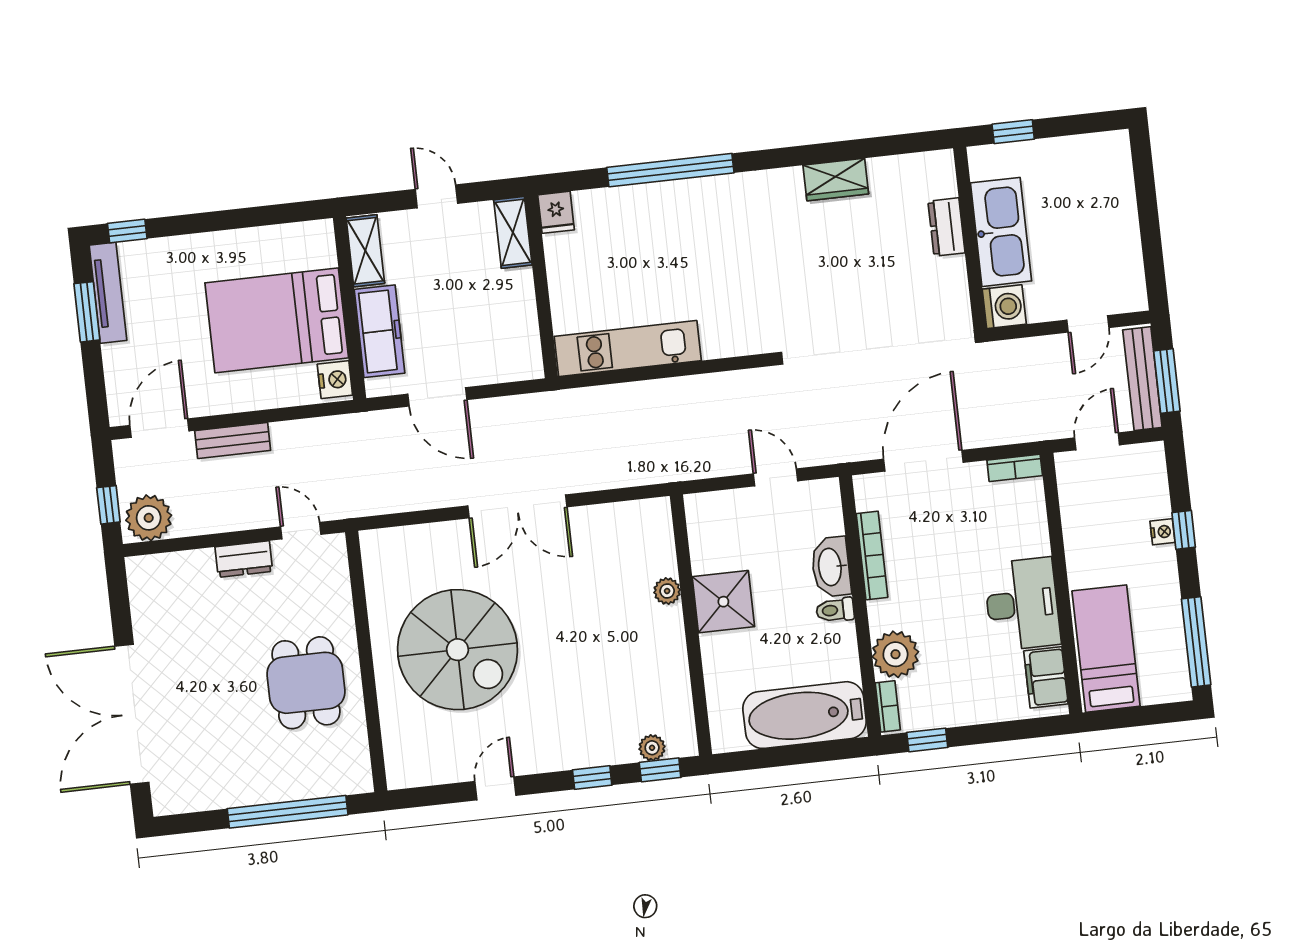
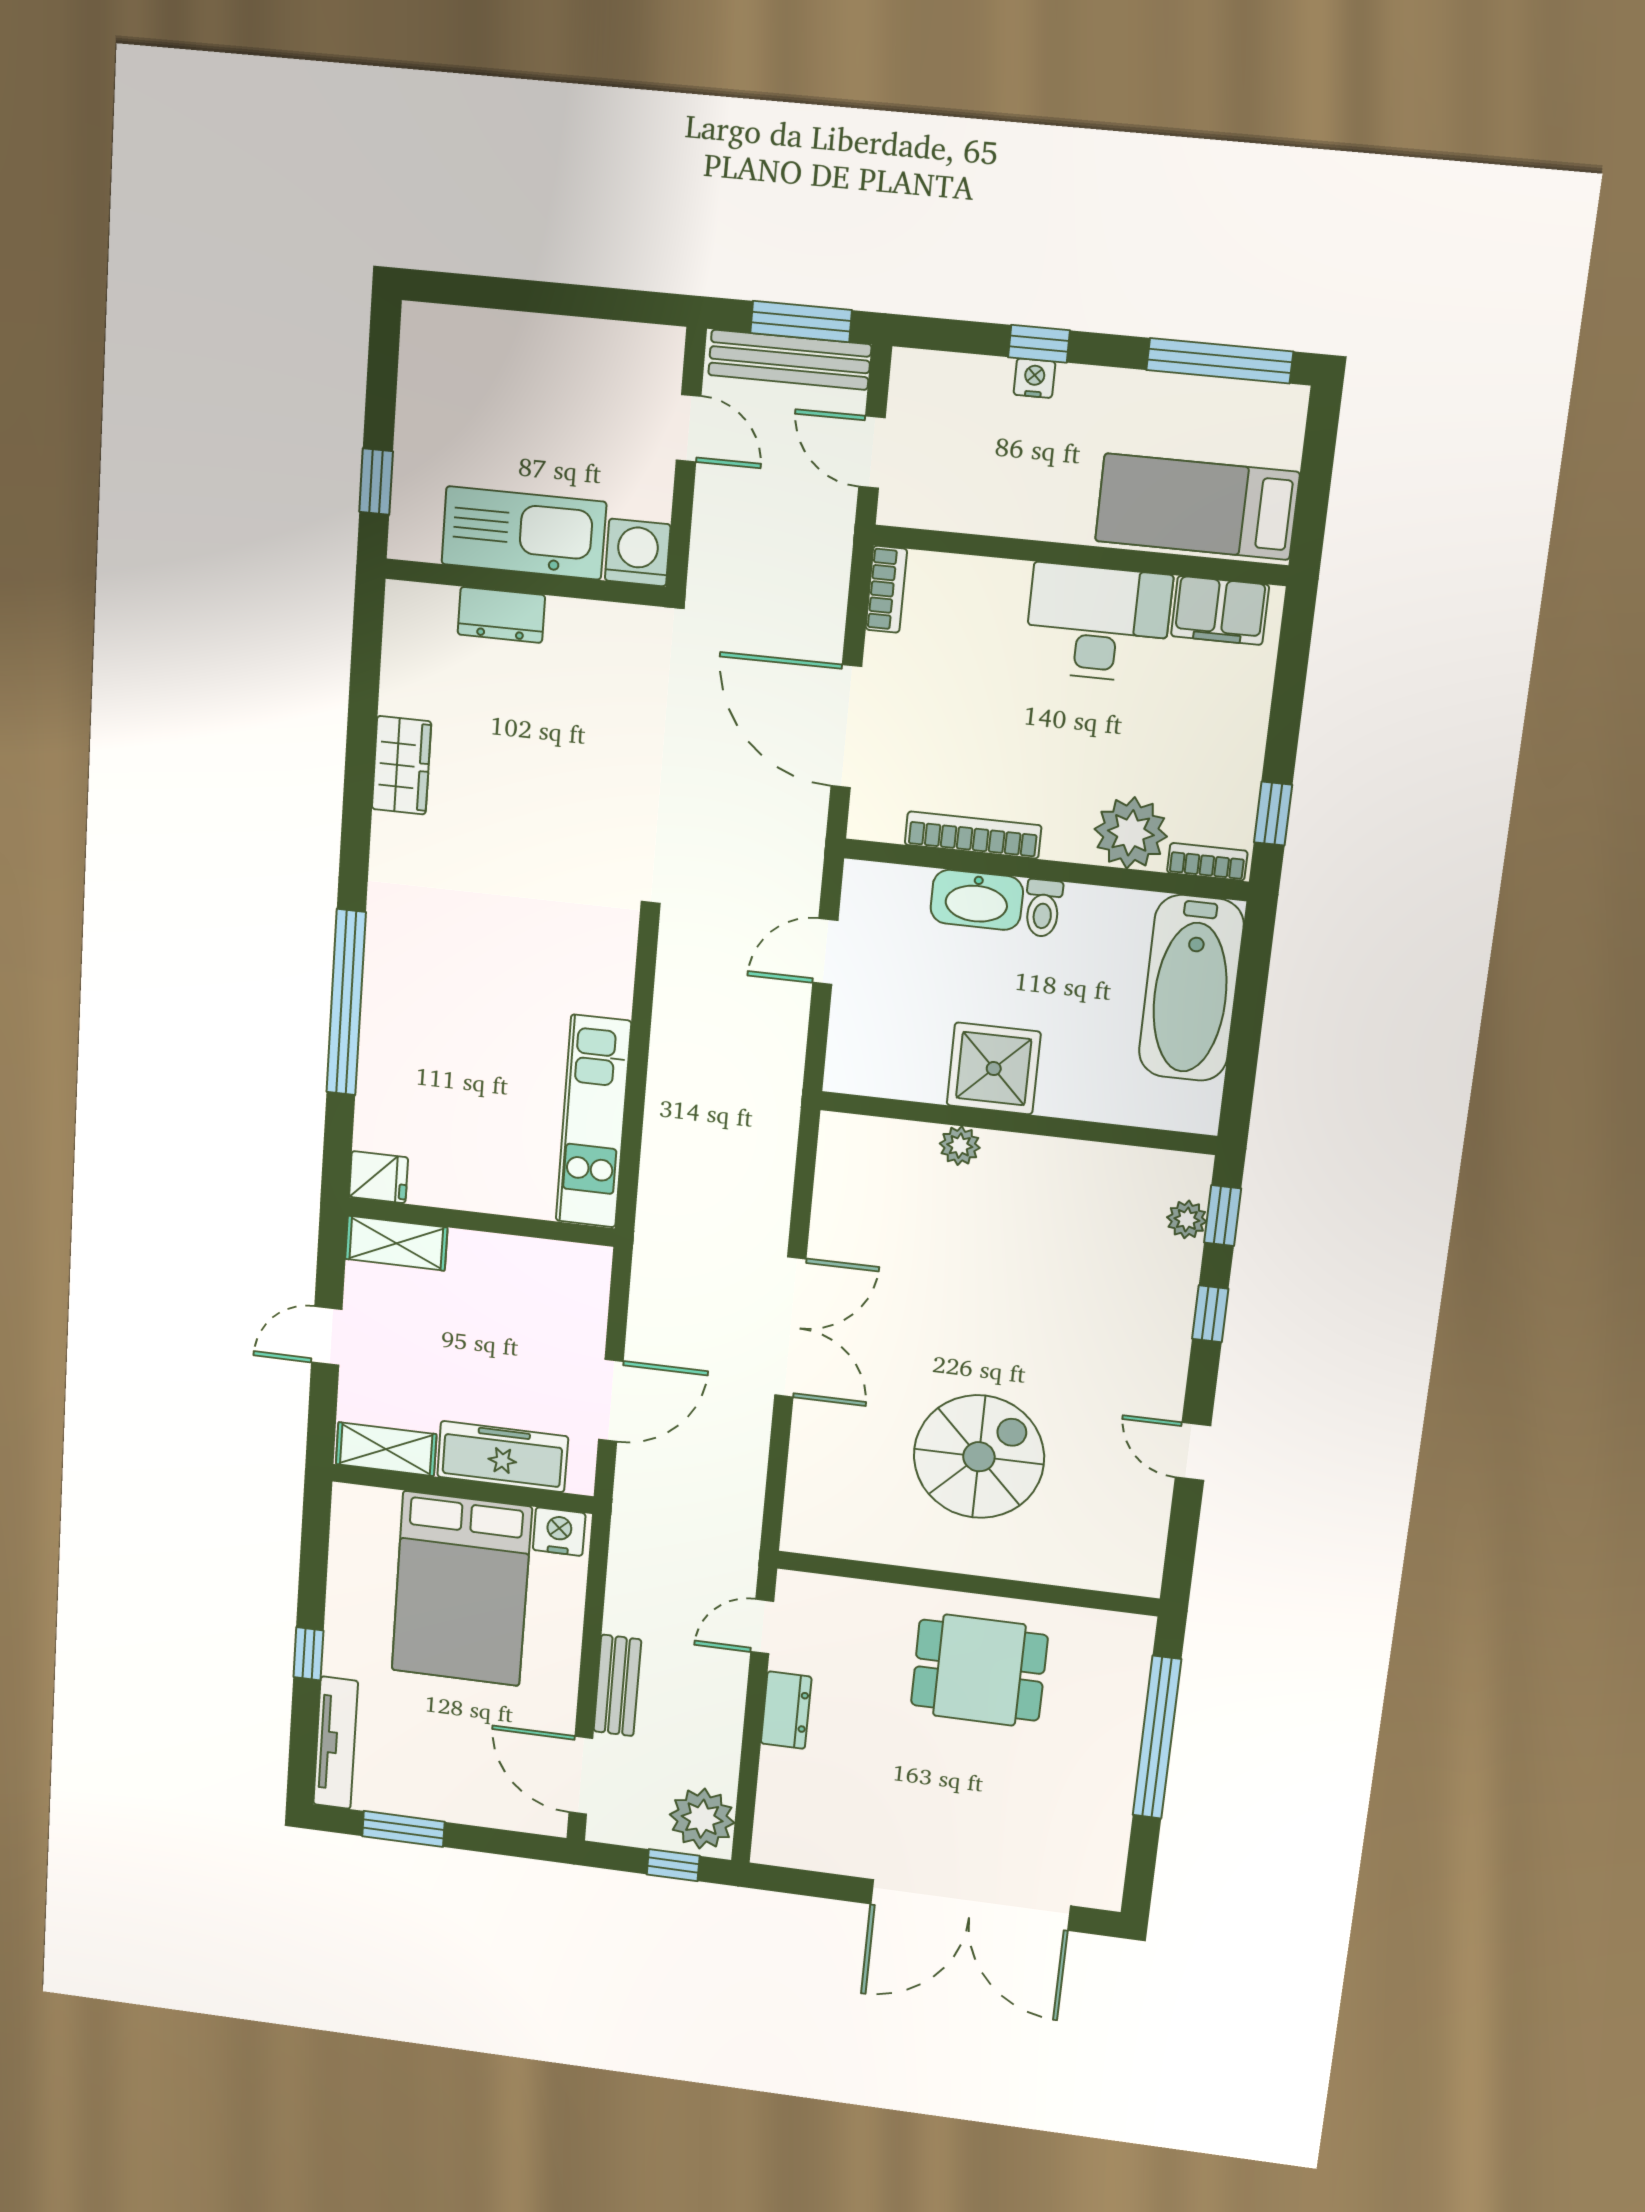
window: (127, 231) -> (308, 1654), moved
tv unit: (108, 293) -> (336, 1743), moved, turned 90
spiral stairs: (457, 650) -> (979, 1457), width x0.73, depth x0.73

